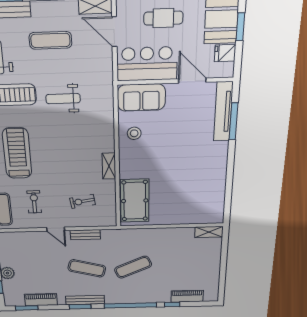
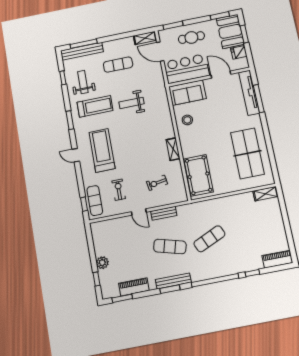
table tennis table: (200, 185) -> (247, 153), added
piano: (187, 296) -> (277, 259), moved

